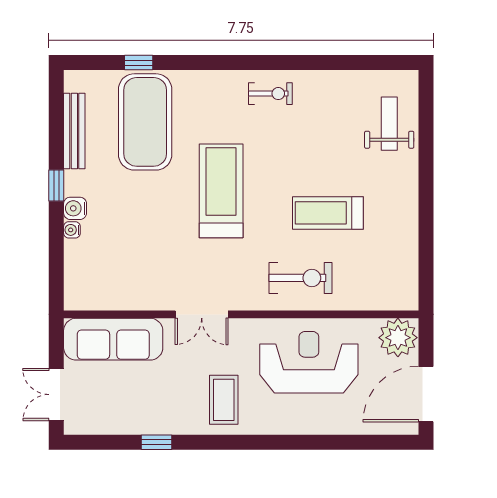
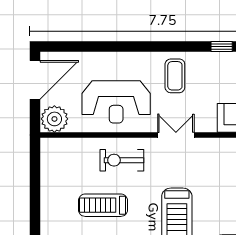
treadmill: (328, 213) -> (103, 205), turned 180
double door: (202, 314) -> (176, 135), moved

